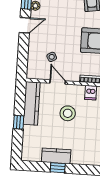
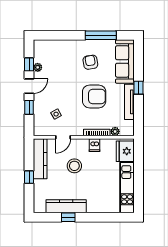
window: (23, 48) -> (29, 107), added
door: (58, 82) -> (63, 137), swing flipped
kitchen counter: (56, 156) -> (66, 206), width x1.50

